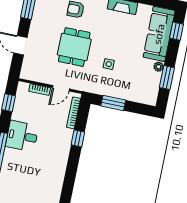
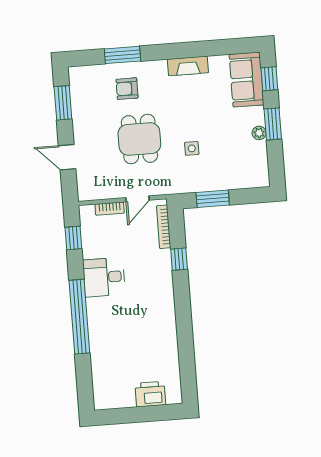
sofa: (159, 34) -> (246, 80), width x0.73
window: (167, 78) -> (273, 124), moved

